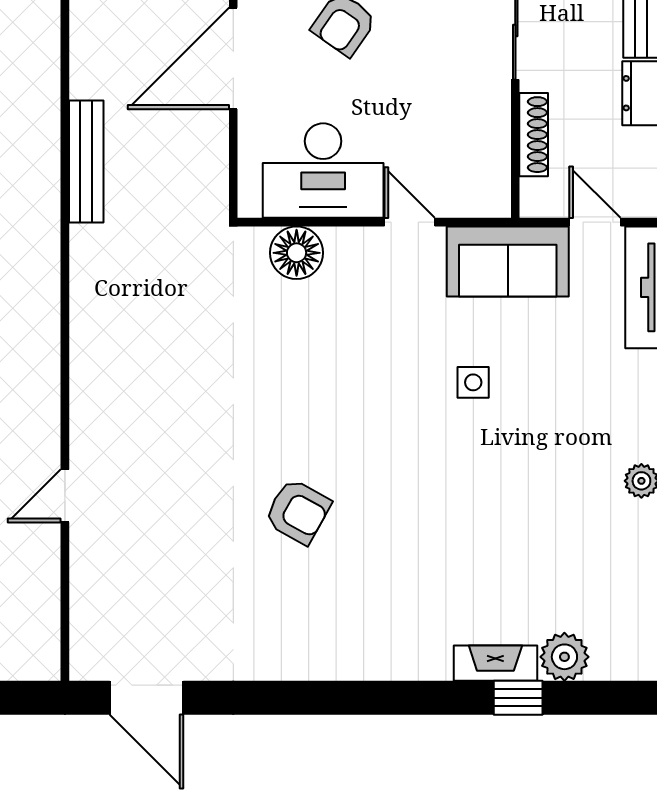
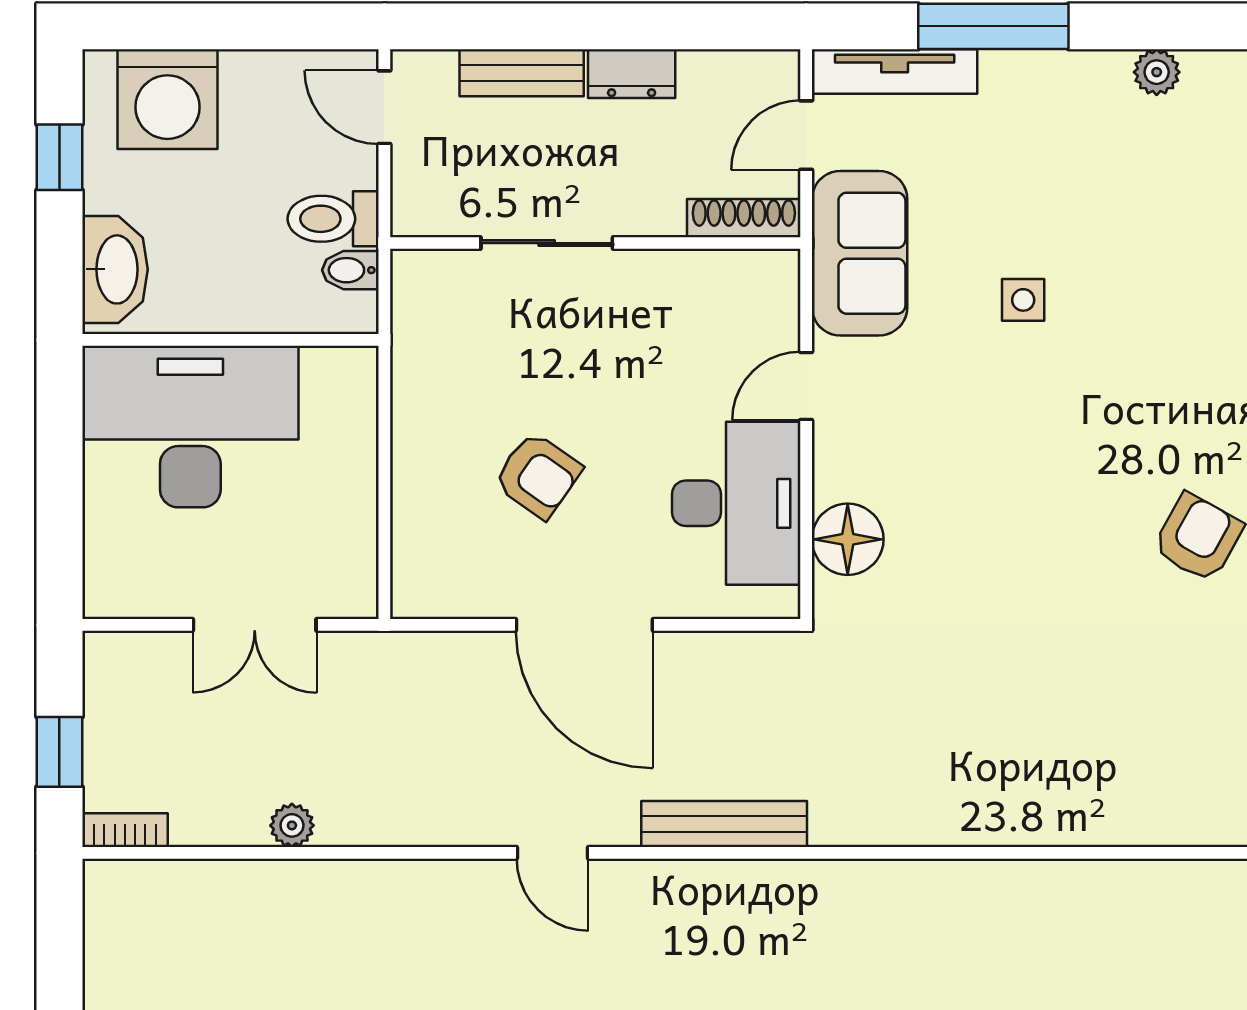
shoe rack: (534, 135) -> (744, 218), moved
door: (65, 496) -> (552, 853), moved

